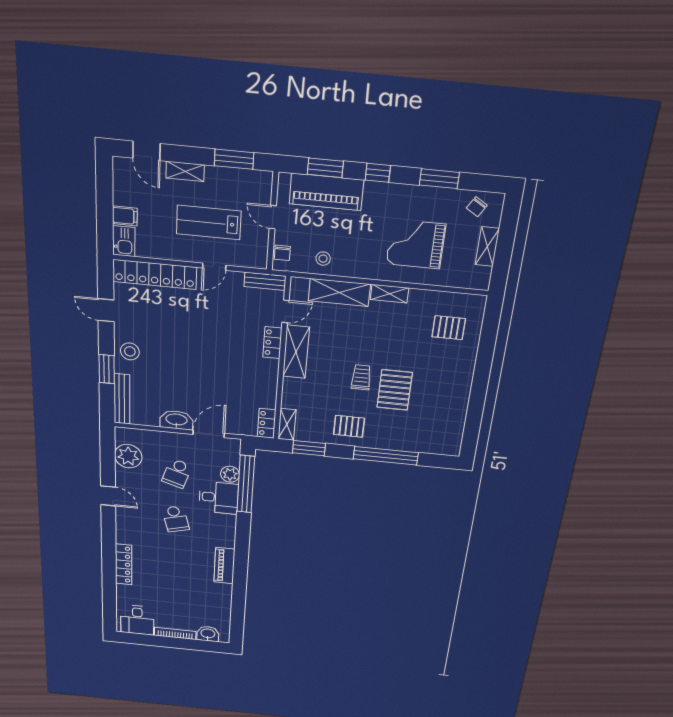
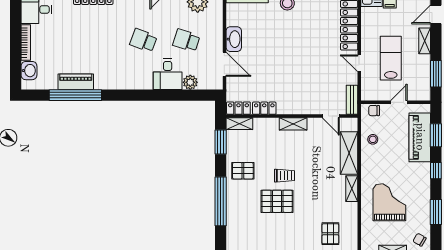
locker: (272, 343) -> (264, 108), moved
shelving: (296, 352) -> (293, 124), width x0.67, depth x0.75
pallet: (349, 426) -> (243, 171), turned 90
window: (246, 484) -> (75, 95), moved
school desk: (176, 519) -> (143, 40), turned 36
piano: (224, 566) -> (76, 82), moved

